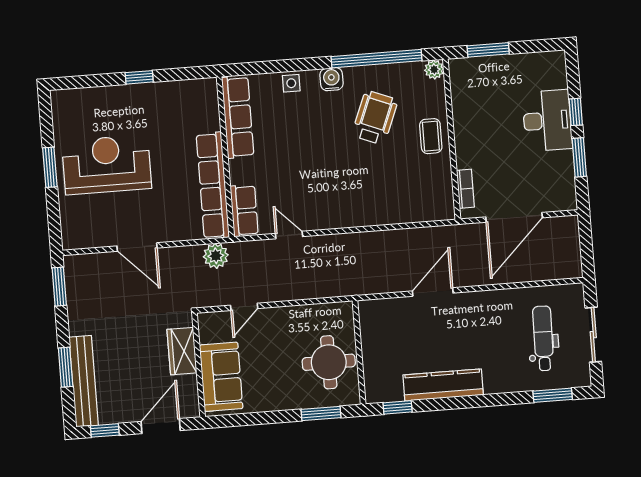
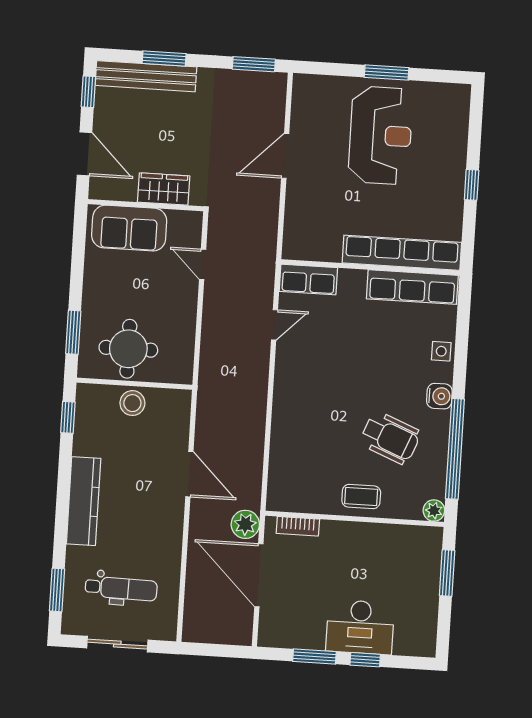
row of seats: (213, 186) -> (402, 253), moved
plant: (216, 256) -> (245, 524), moved
stool: (377, 352) -> (132, 403), added
kitchen counter: (443, 385) -> (84, 501), moved

